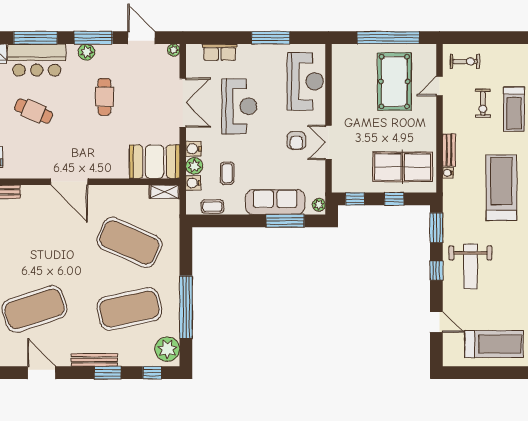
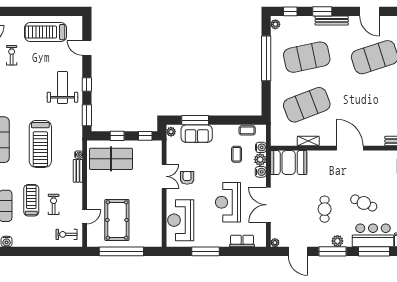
cafe table: (34, 111) -> (364, 203), moved
shelving: (165, 192) -> (308, 141), moved
sofa: (275, 202) -> (197, 134), width x0.73
exercise mat: (129, 242) -> (307, 105), turned -45
plant: (167, 349) -> (275, 24), width x0.53, depth x0.53

